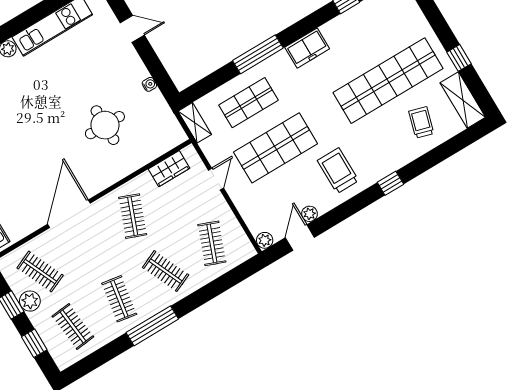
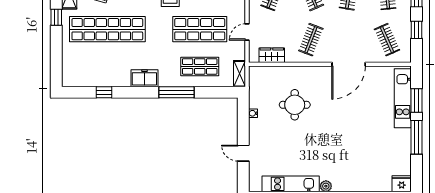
plant: (30, 301) -> (404, 26), removed

